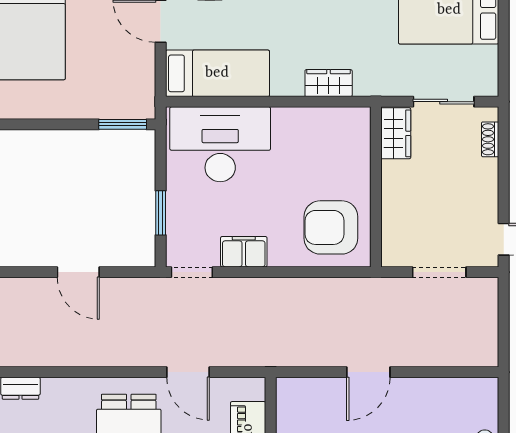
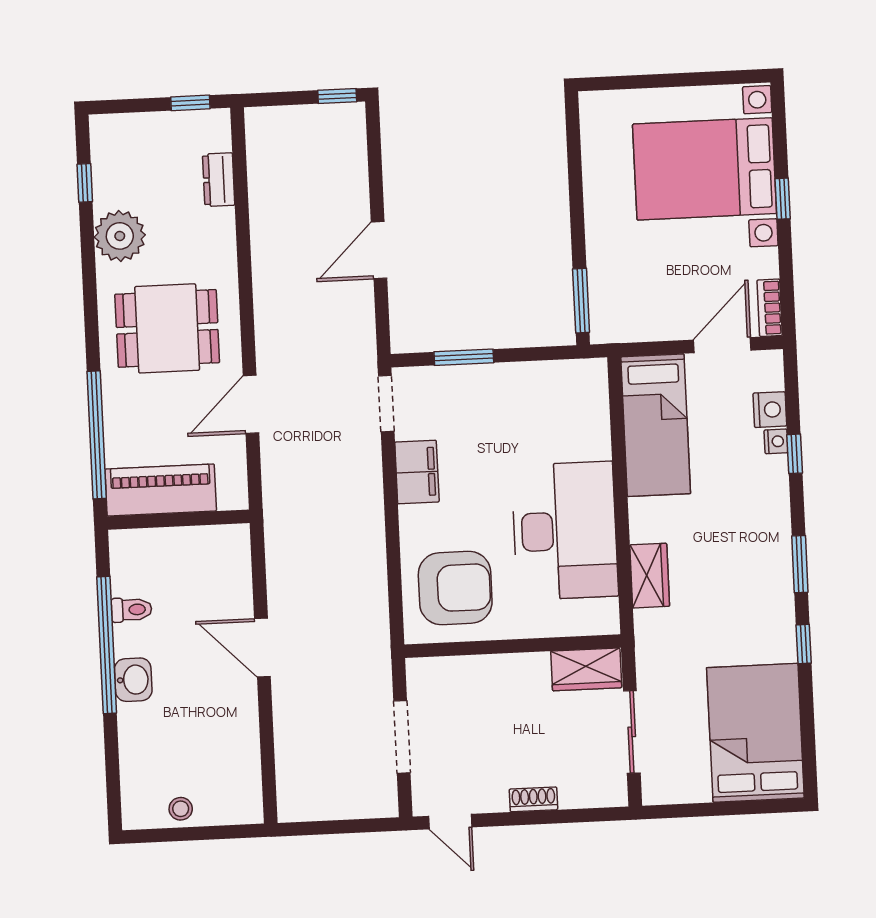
shoe rack: (490, 139) -> (533, 799), moved
desk: (220, 144) -> (565, 531), moved
armchair: (331, 227) -> (455, 588), turned 90

